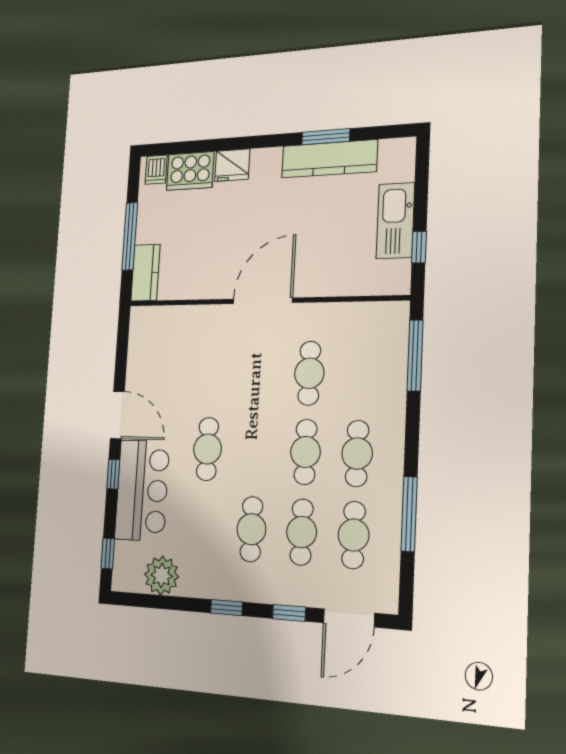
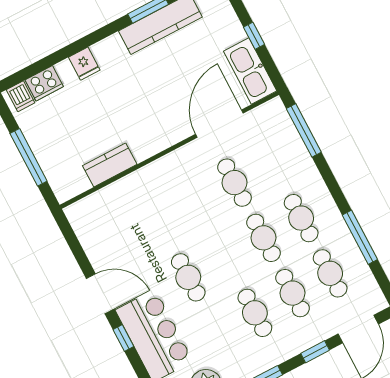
fridge: (232, 165) -> (84, 64), width x0.72
cooker: (190, 171) -> (44, 83), width x0.73, depth x0.76
kitchen sink: (395, 221) -> (250, 71), moved
window: (419, 247) -> (254, 36), moved
kitchen counter: (145, 273) -> (110, 165), moved, turned -90
door: (263, 301) -> (219, 124), moved

